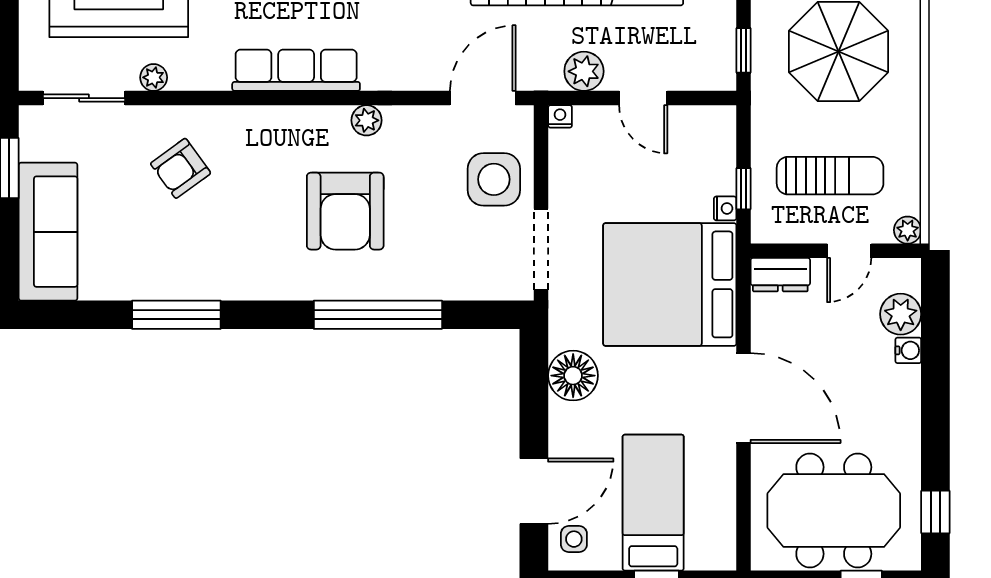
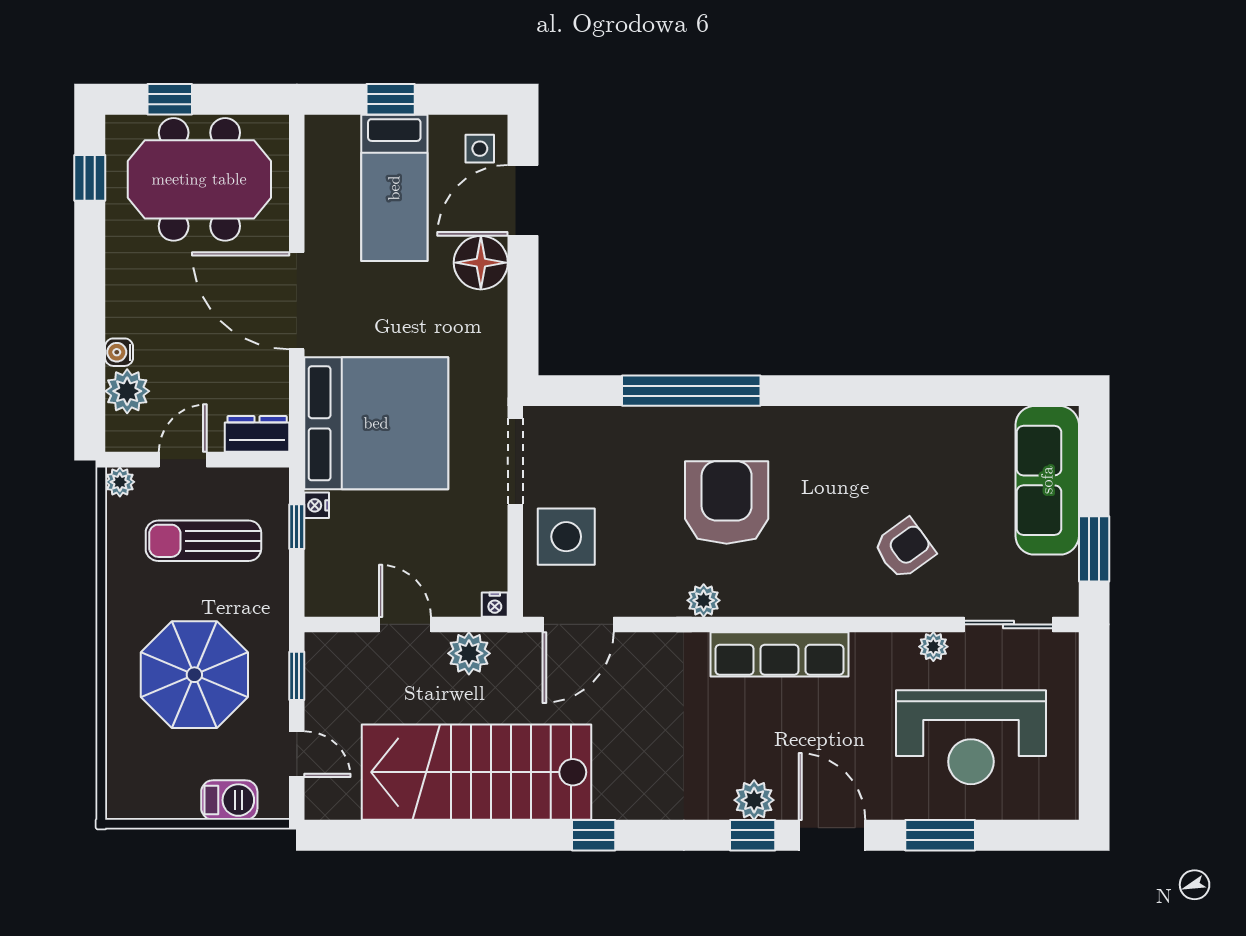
window: (176, 315) -> (909, 391), removed
floor lamp: (573, 376) -> (481, 263), moved

